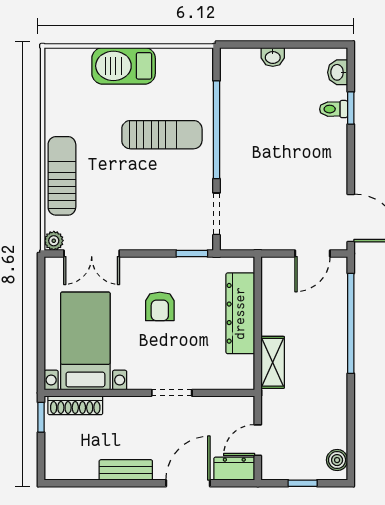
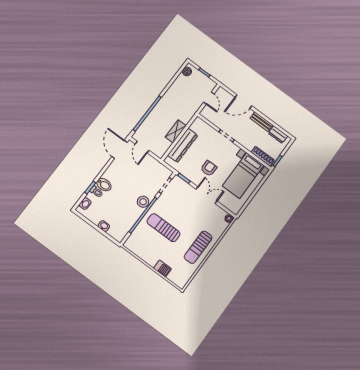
barbecue: (124, 66) -> (162, 269), width x0.53, depth x0.65
bidet: (330, 132) -> (104, 185), added
stool: (235, 154) -> (143, 202), added
sun lounger: (62, 176) -> (198, 247), moved
double door: (92, 254) -> (207, 195), moved
door: (312, 254) -> (142, 147), swing flipped
shelving: (273, 362) -> (176, 131), moved
door: (258, 440) -> (209, 98), hinge flipped
dresser: (234, 469) -> (278, 135), moved

